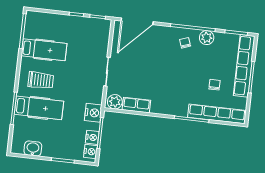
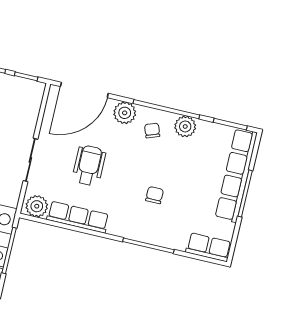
plant: (166, 33) -> (125, 113), added
wheelchair: (146, 71) -> (89, 165), added
chair: (214, 85) -> (155, 195), moved
row of seats: (136, 105) -> (78, 217), width x1.48
row of seats: (217, 114) -> (209, 247), width x0.50

